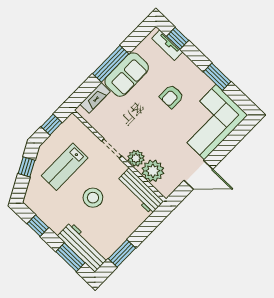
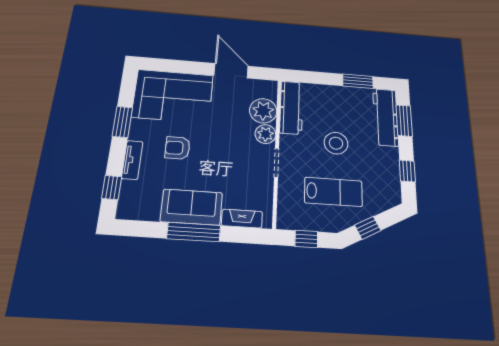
tv unit: (167, 45) -> (132, 160), moved
armchair: (172, 96) -> (178, 148), turned 180

